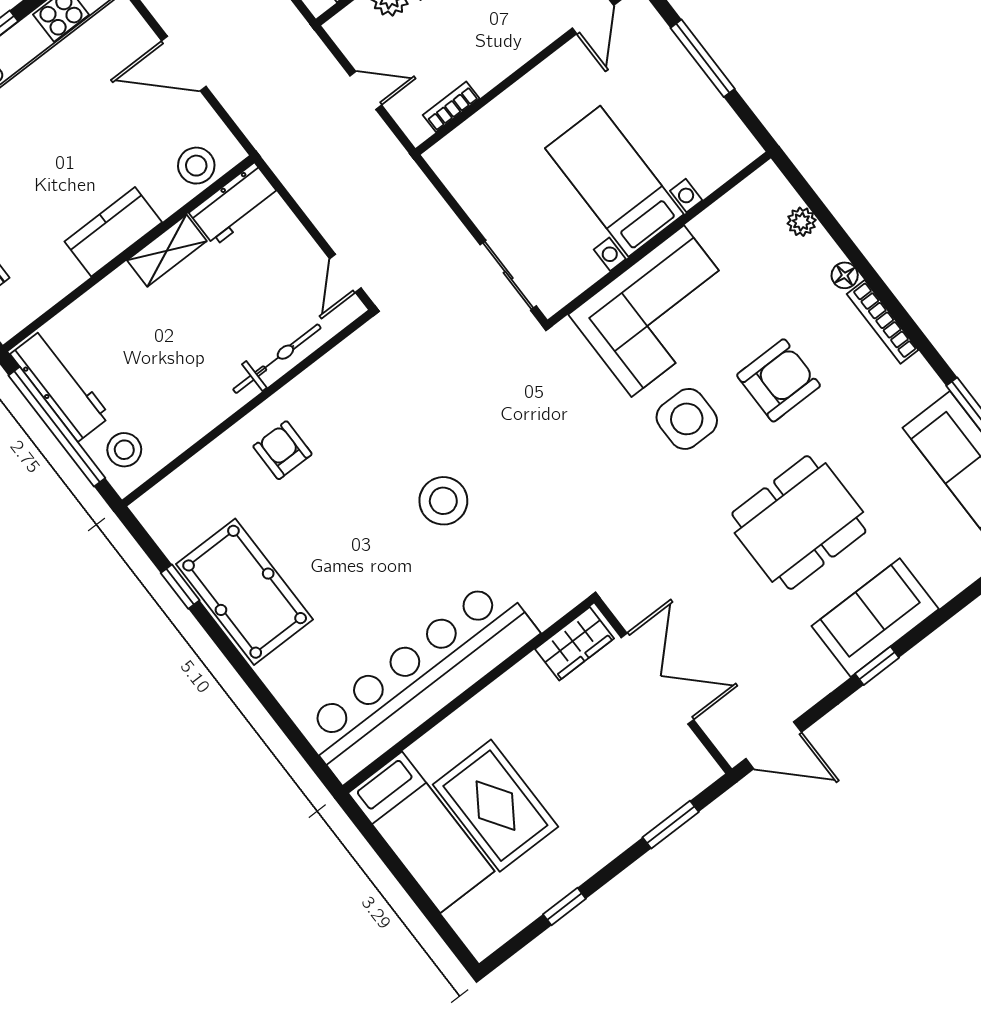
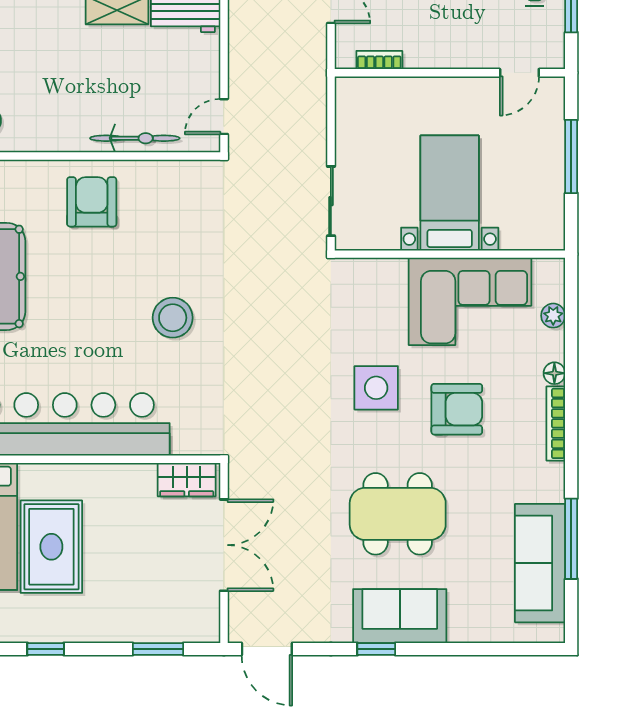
corner sofa: (658, 311) -> (470, 301), moved
armchair: (282, 450) -> (92, 202), width x1.38, depth x1.38

